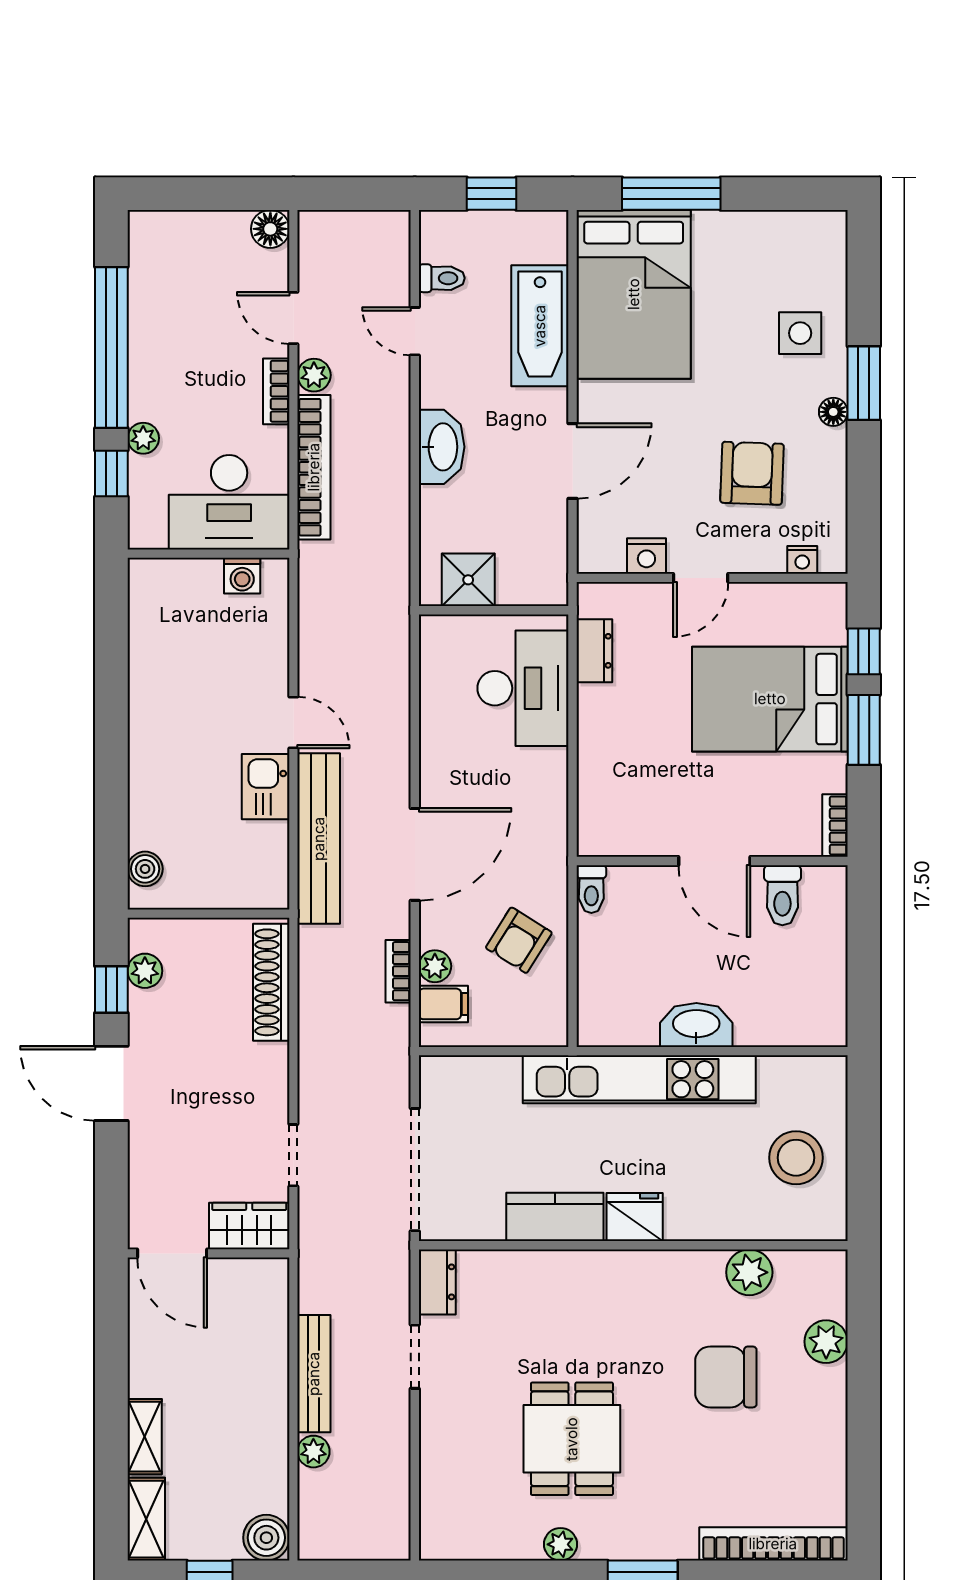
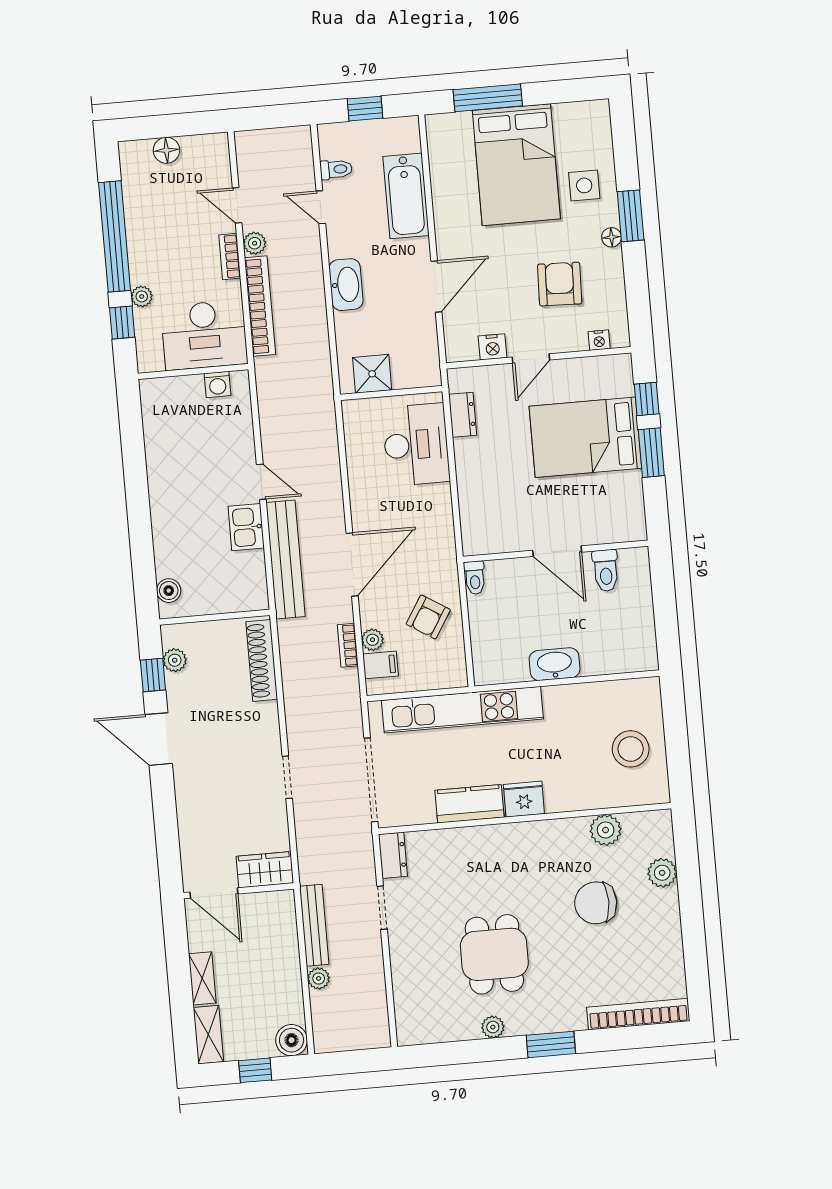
floor lamp: (270, 229) -> (166, 150), moved
bed: (634, 294) -> (516, 165), moved
bookcase: (835, 826) -> (637, 520), removed
kitchen unit: (639, 1079) -> (462, 710), moved
wardrobe: (249, 1226) -> (265, 870), moved
door: (172, 1253) -> (214, 893), moved
wall: (208, 1253) -> (239, 891), moved

